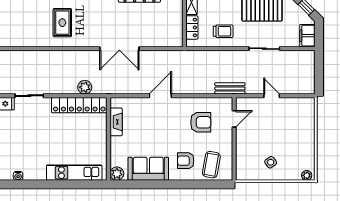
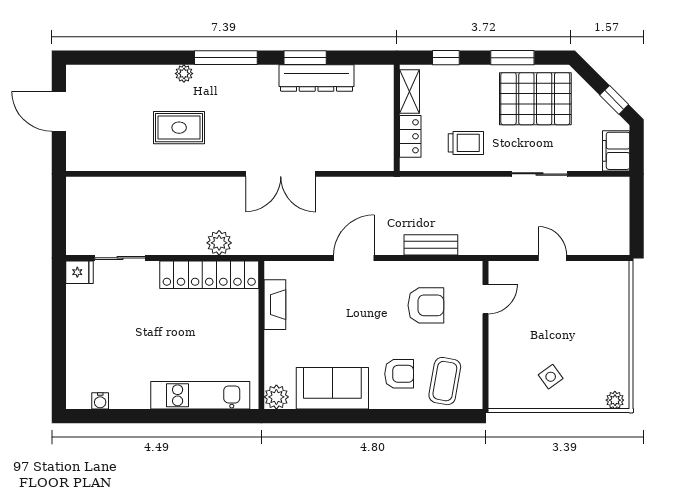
rug: (62, 23) -> (179, 128), turned 90
bench: (230, 88) -> (431, 245), moved
armchair: (186, 161) -> (399, 374), turned 180

